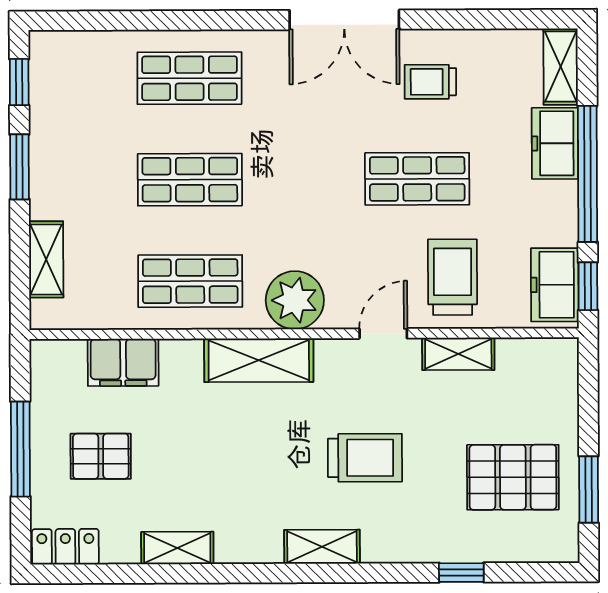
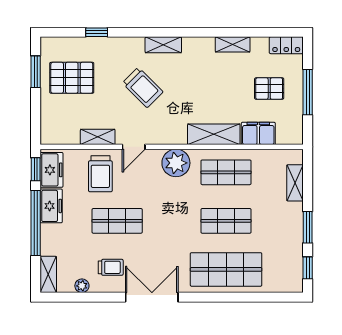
plant: (490, 43) -> (82, 286), added
shop shelf: (189, 78) -> (226, 269), width x1.43, depth x1.36
freezer: (555, 143) -> (51, 206), moved
shelving: (259, 360) -> (214, 134), moved
trolley: (365, 458) -> (143, 87), turned -135

